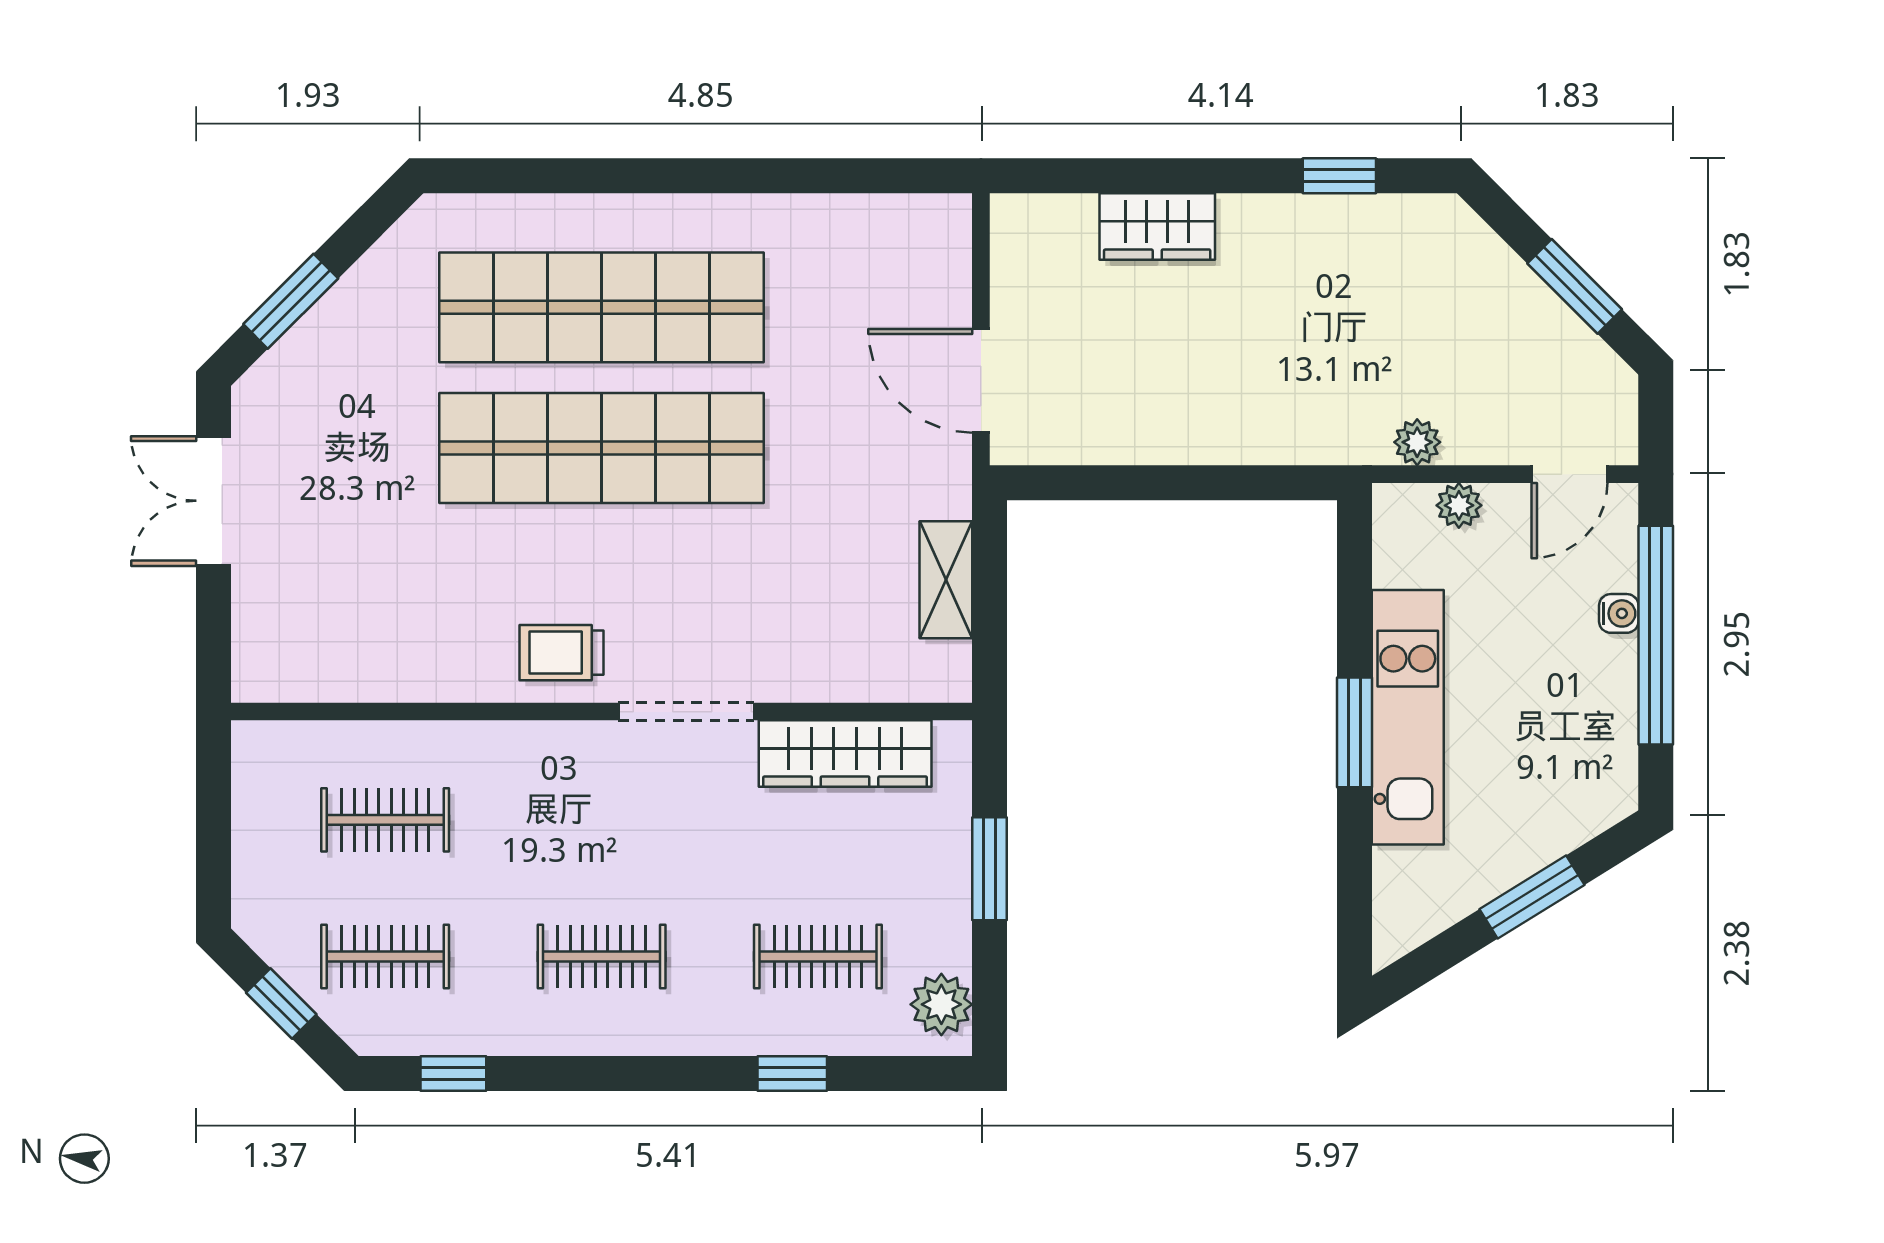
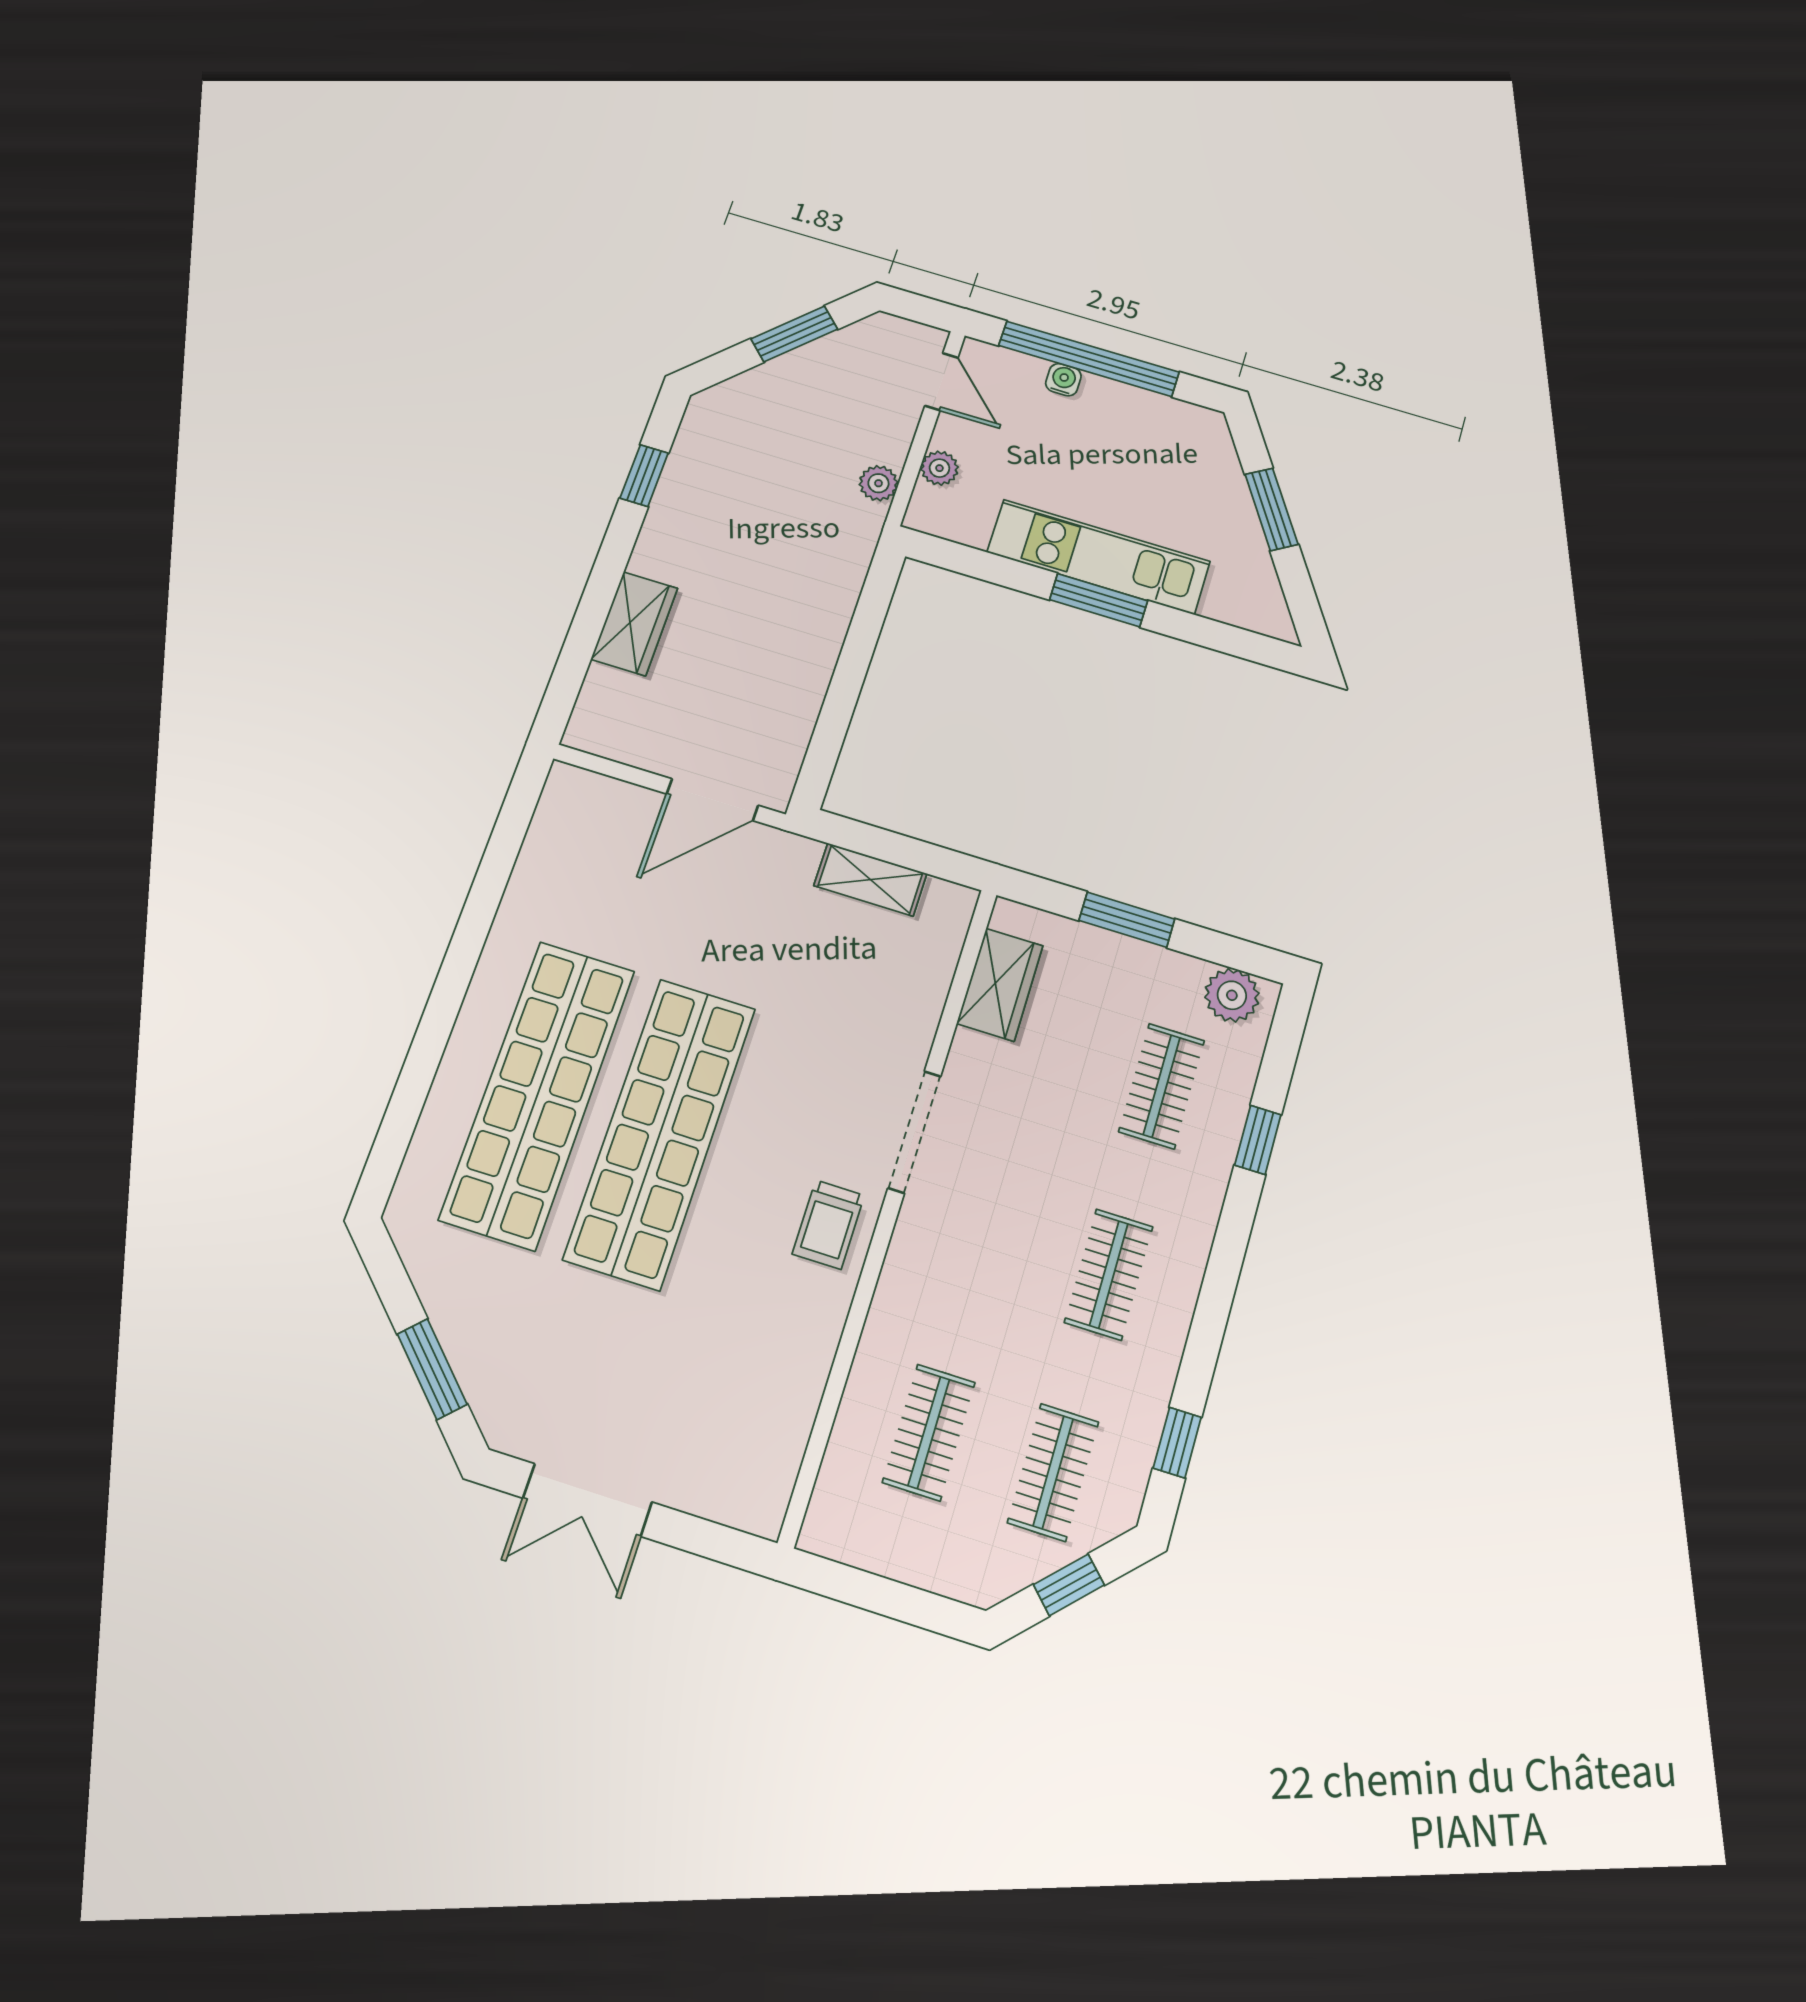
wardrobe: (845, 754) -> (1000, 984), width x0.67

